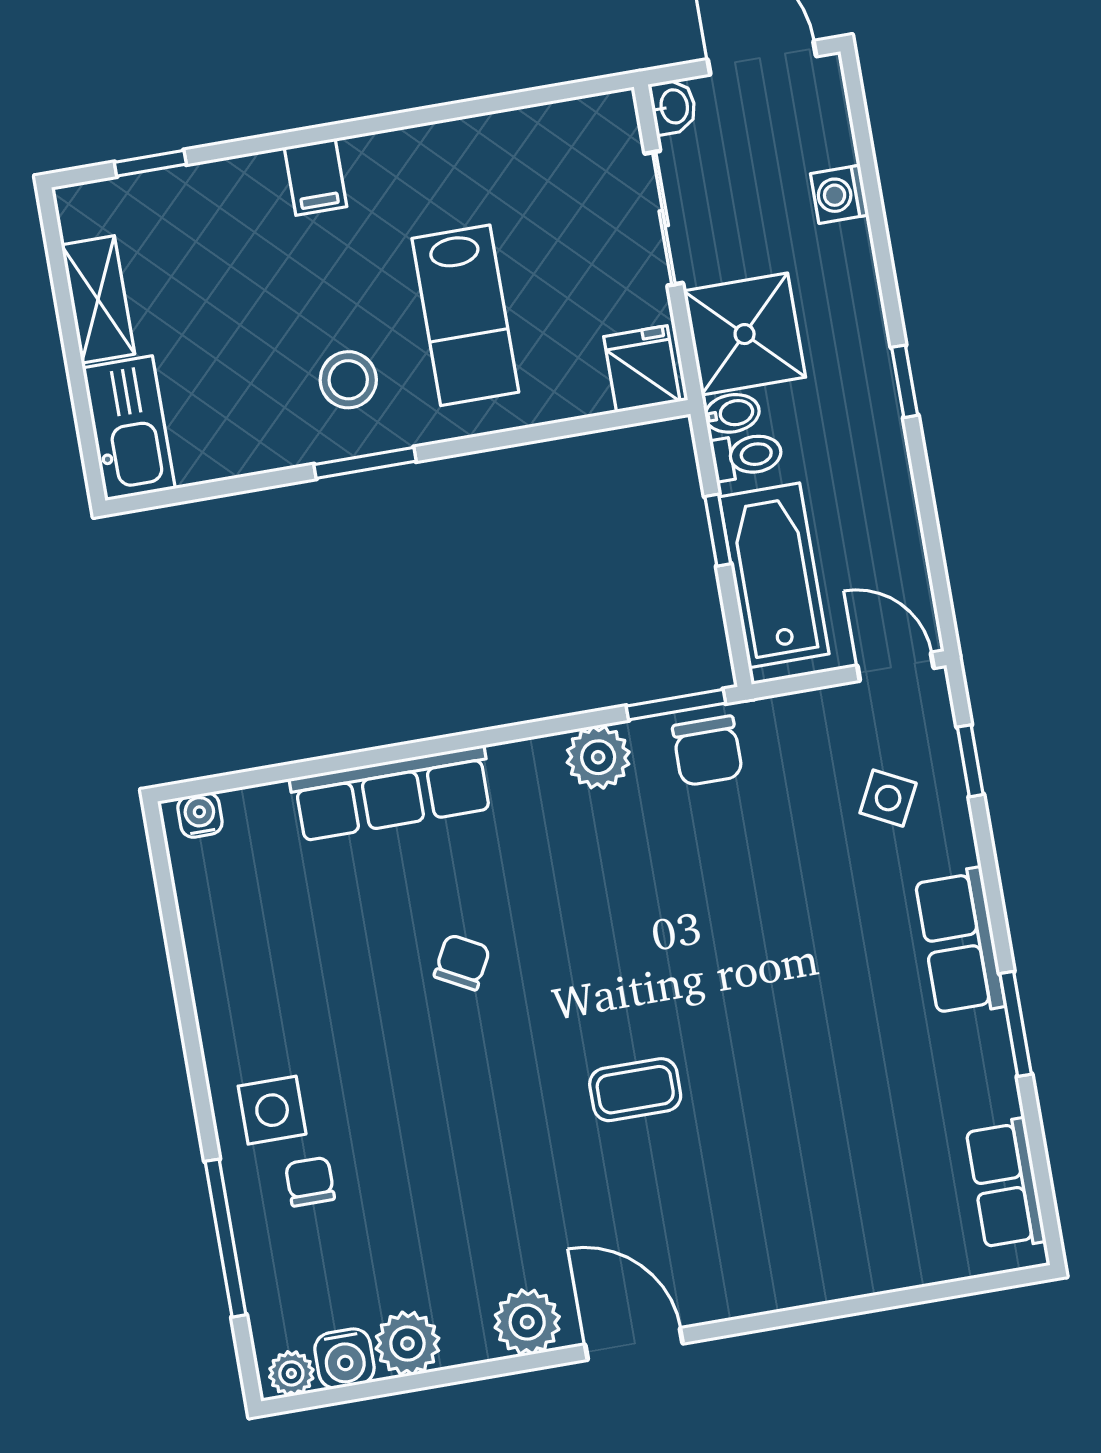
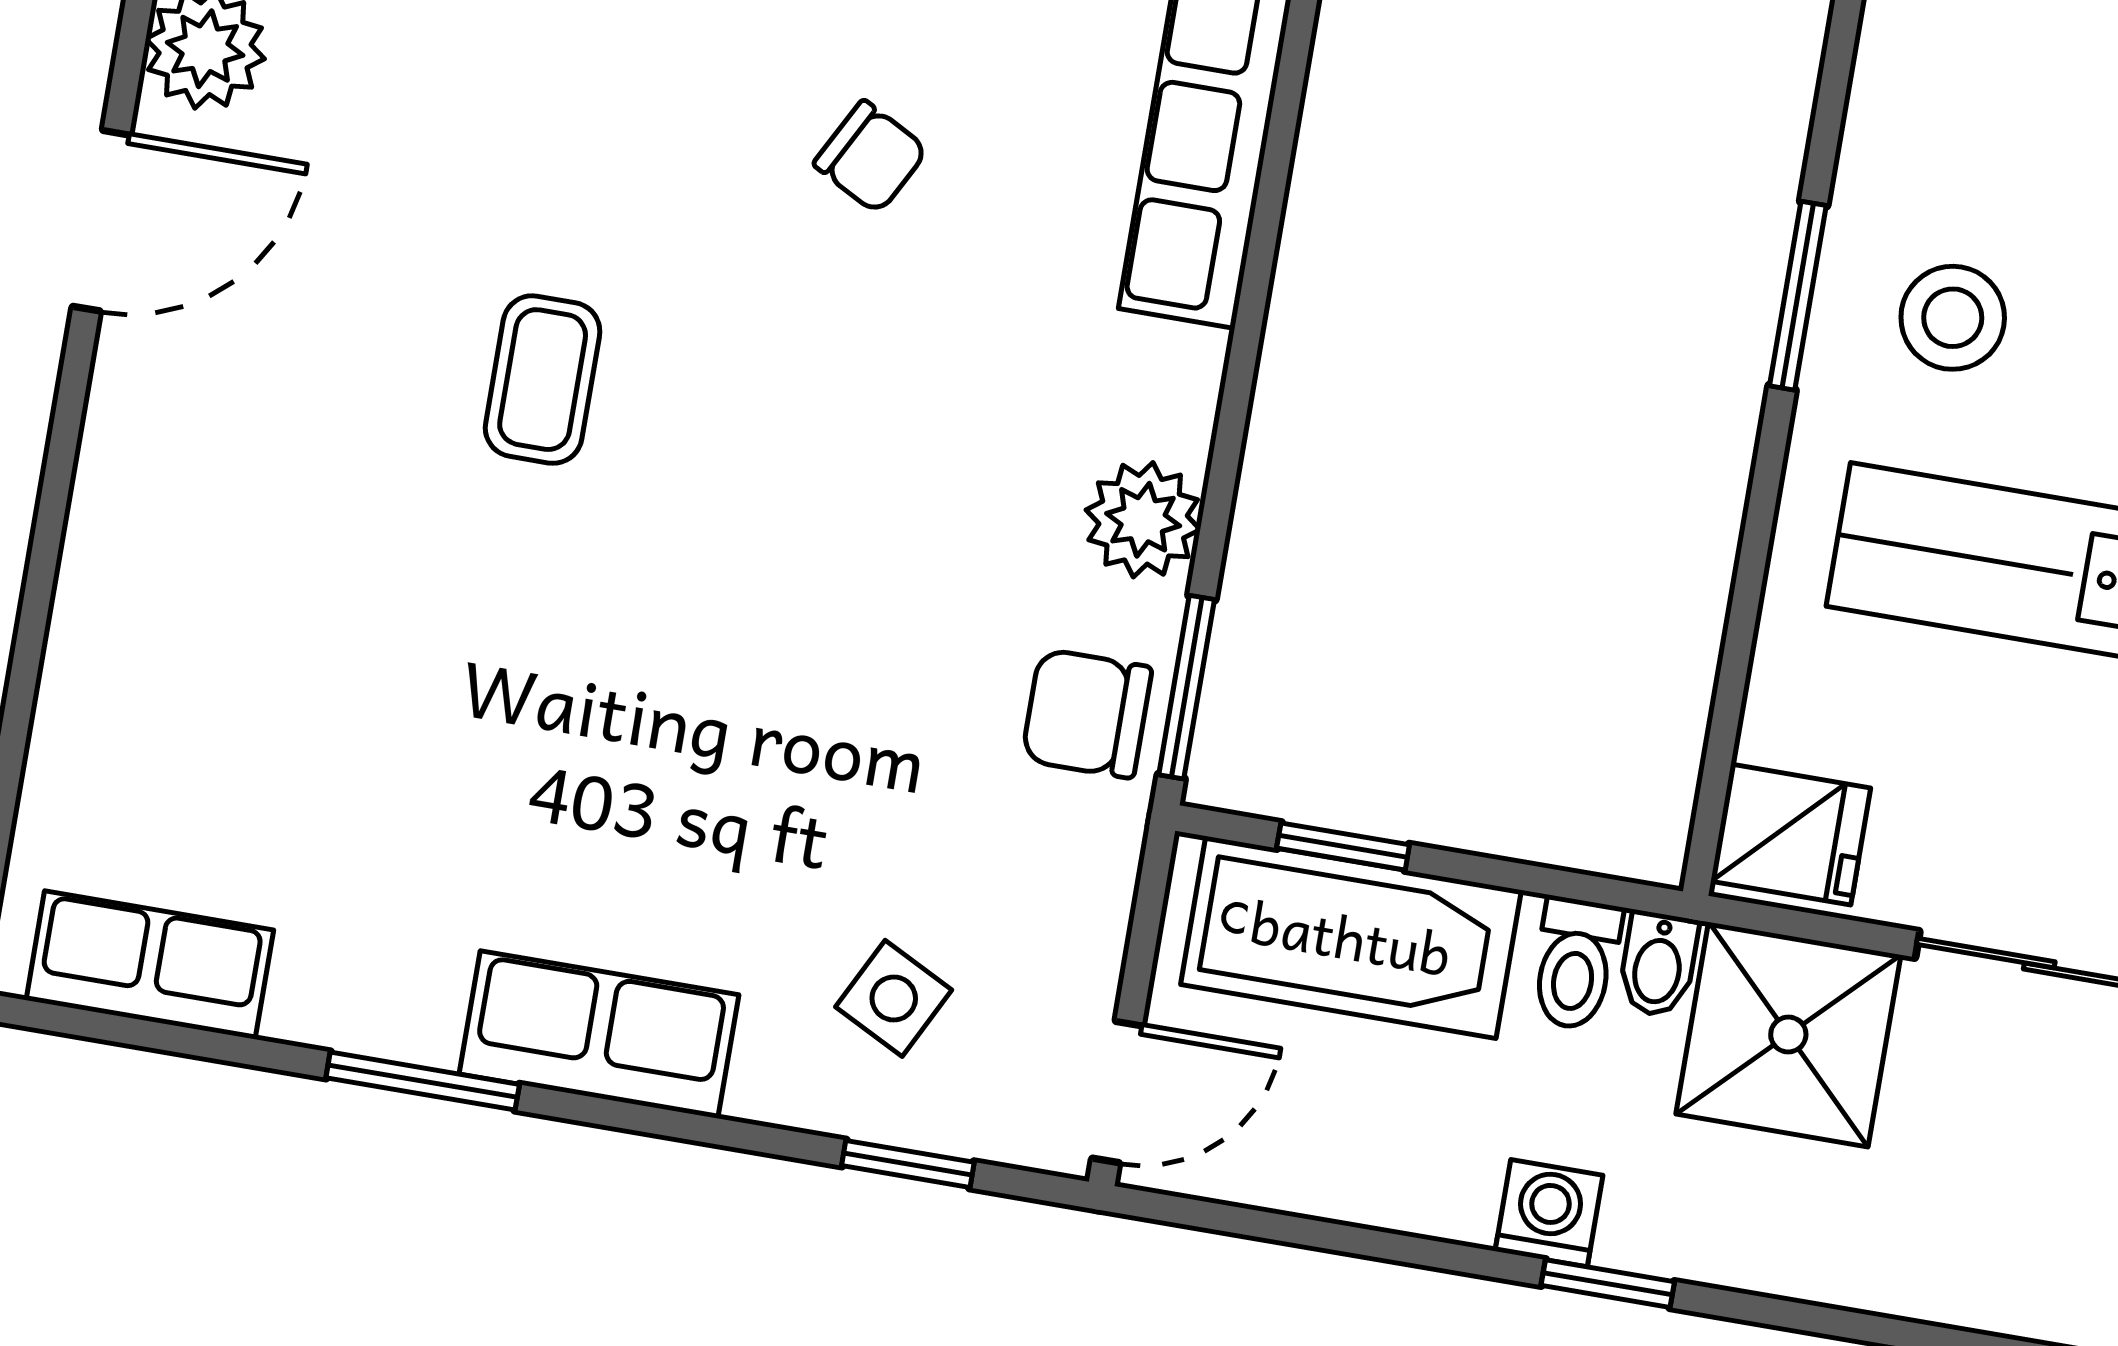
washing machine: (840, 194) -> (1549, 1213), moved
window: (718, 530) -> (1343, 846), moved

